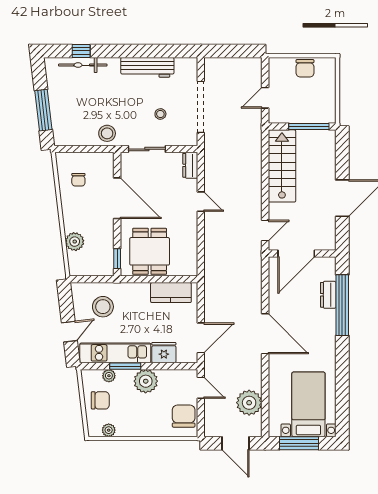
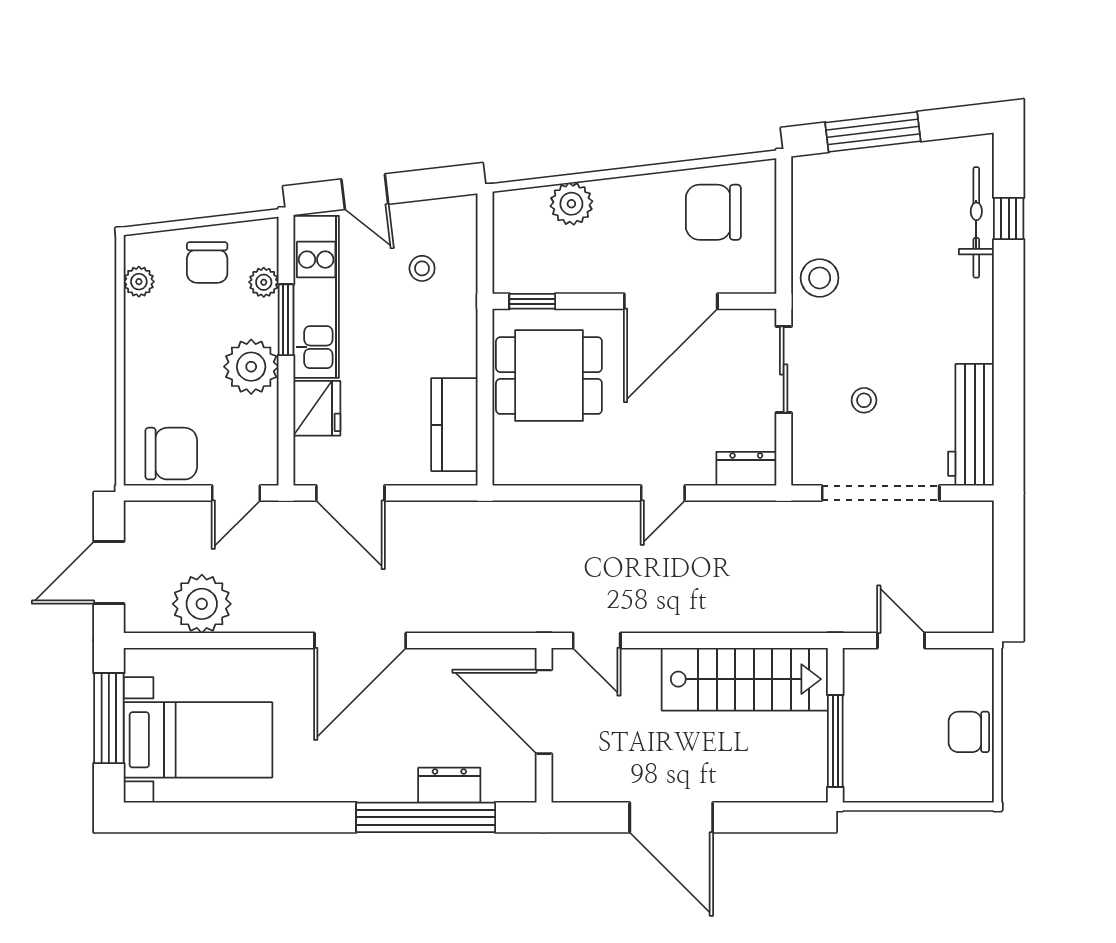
workbench: (147, 67) -> (971, 425), moved
chair: (78, 180) -> (713, 212), width x1.87, depth x1.87
stool: (103, 307) -> (422, 268), width x0.53, depth x0.53

